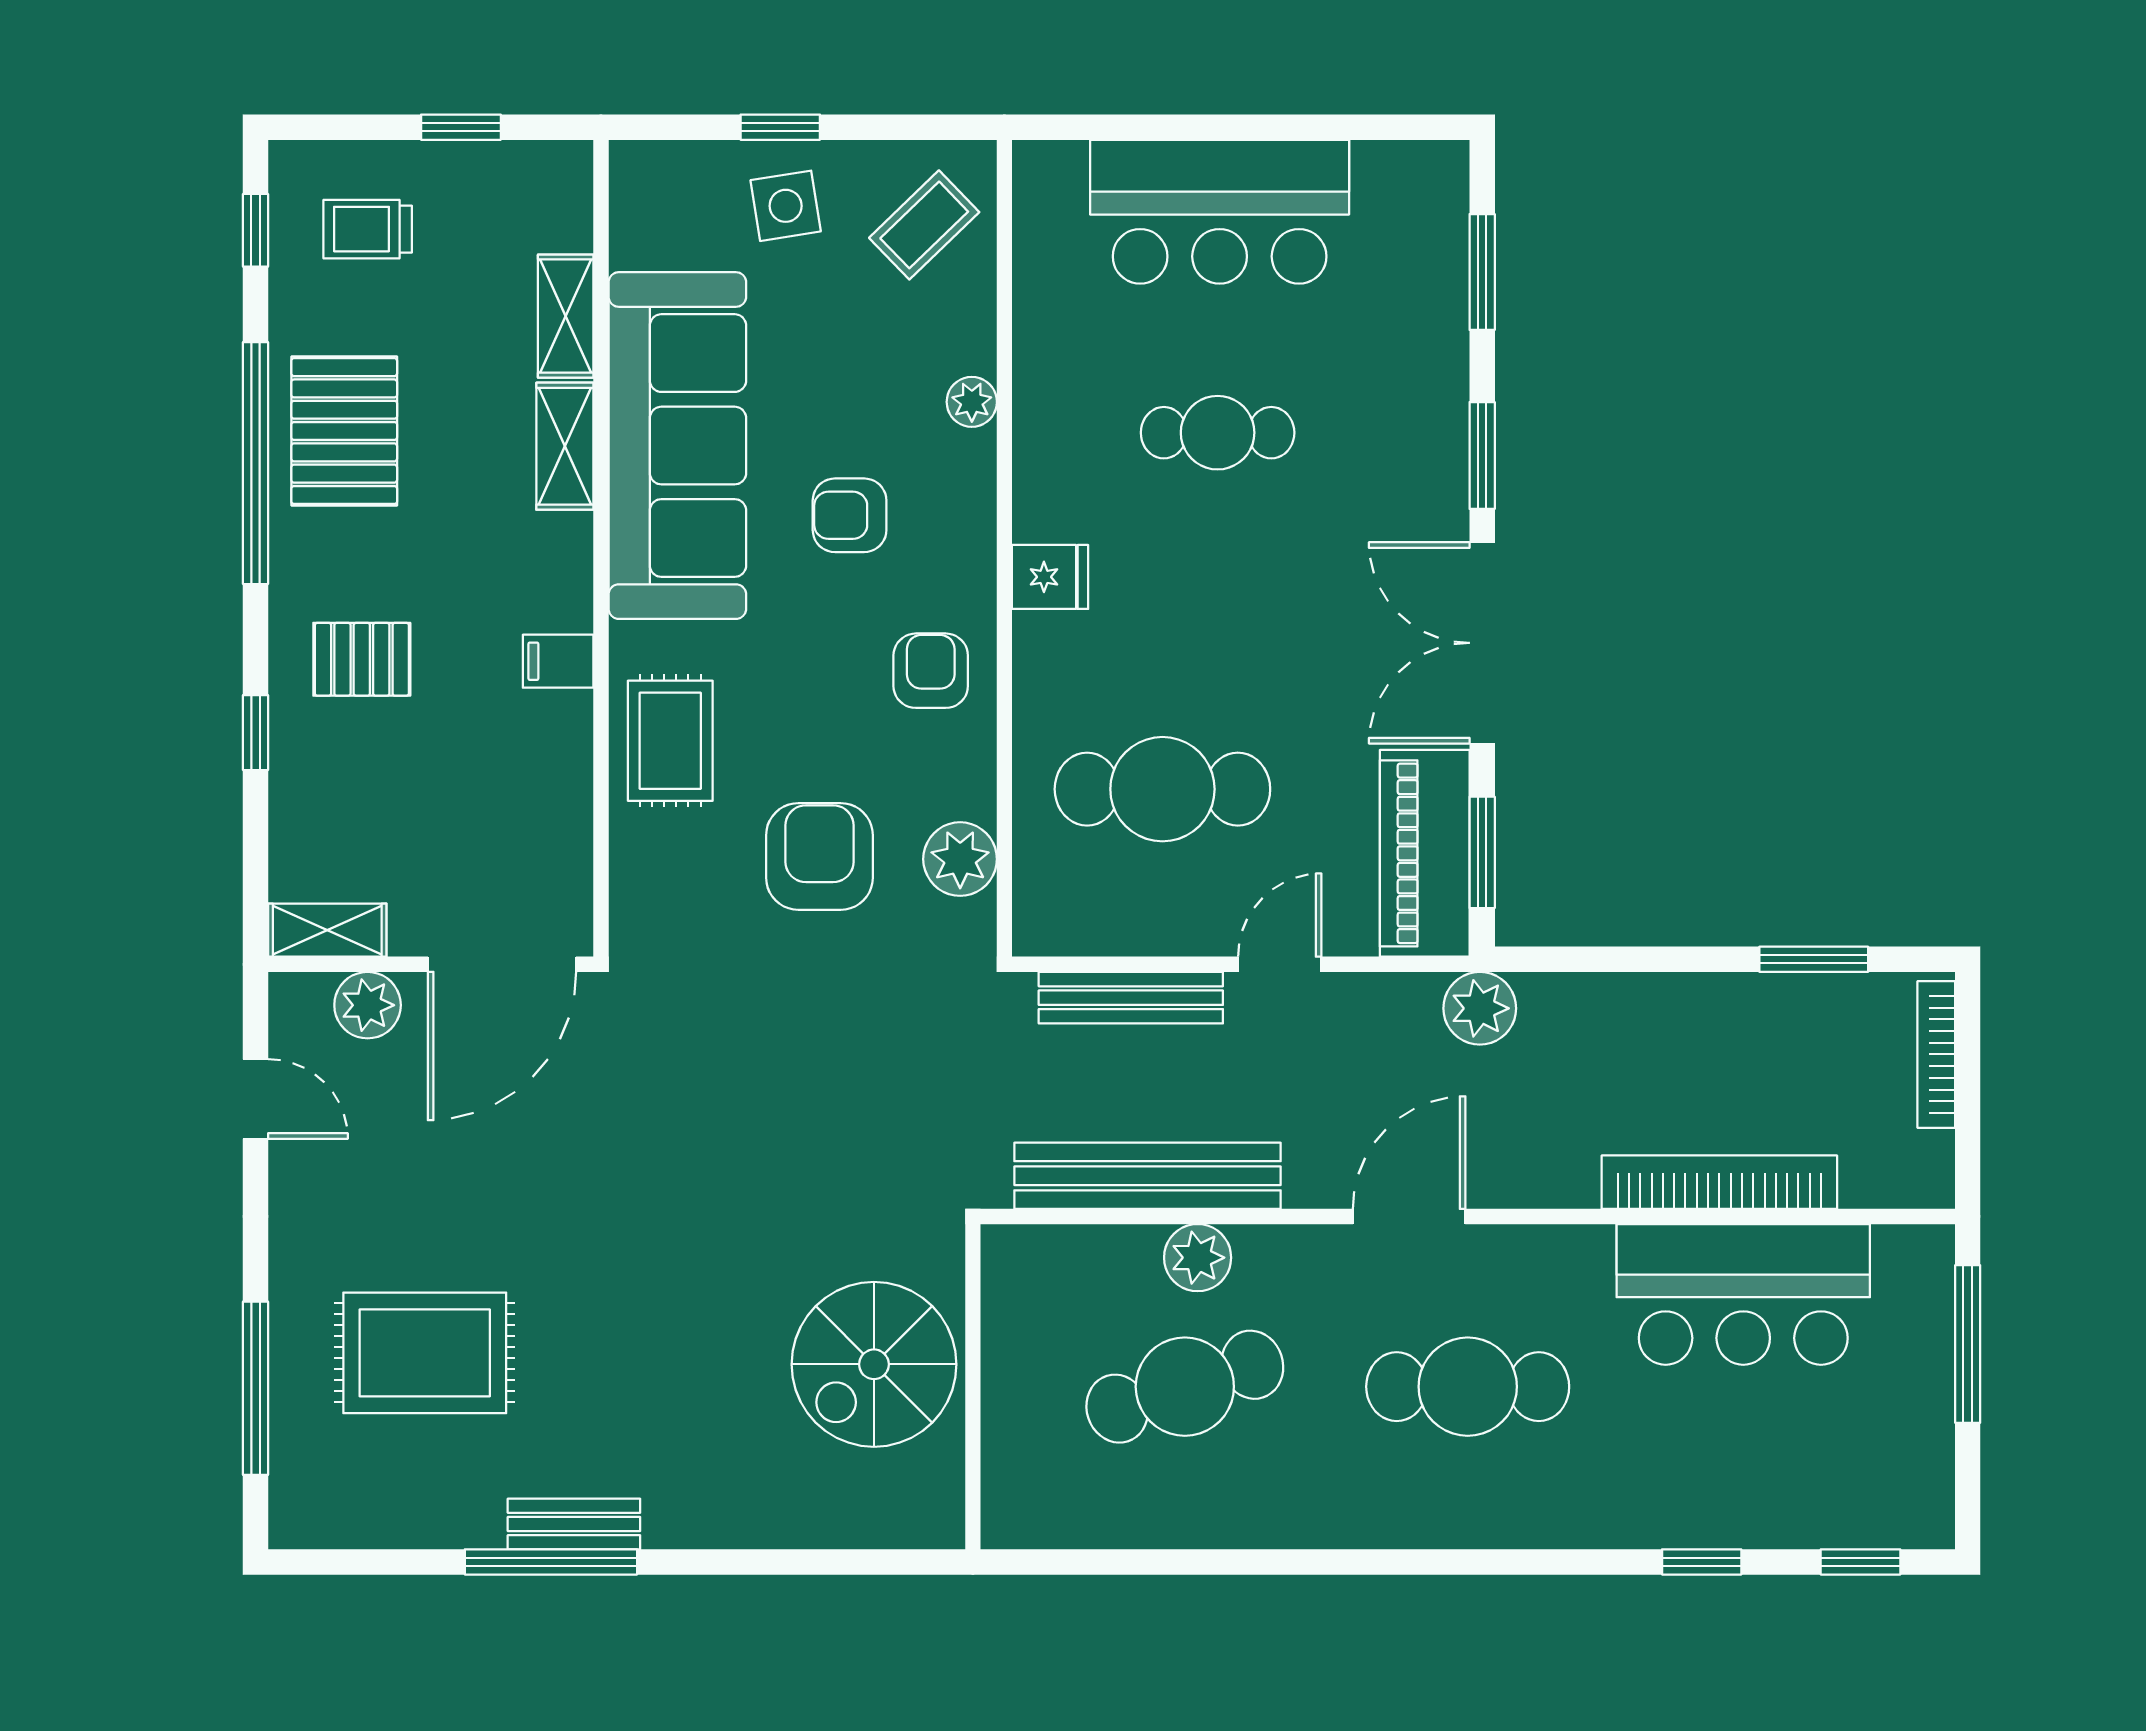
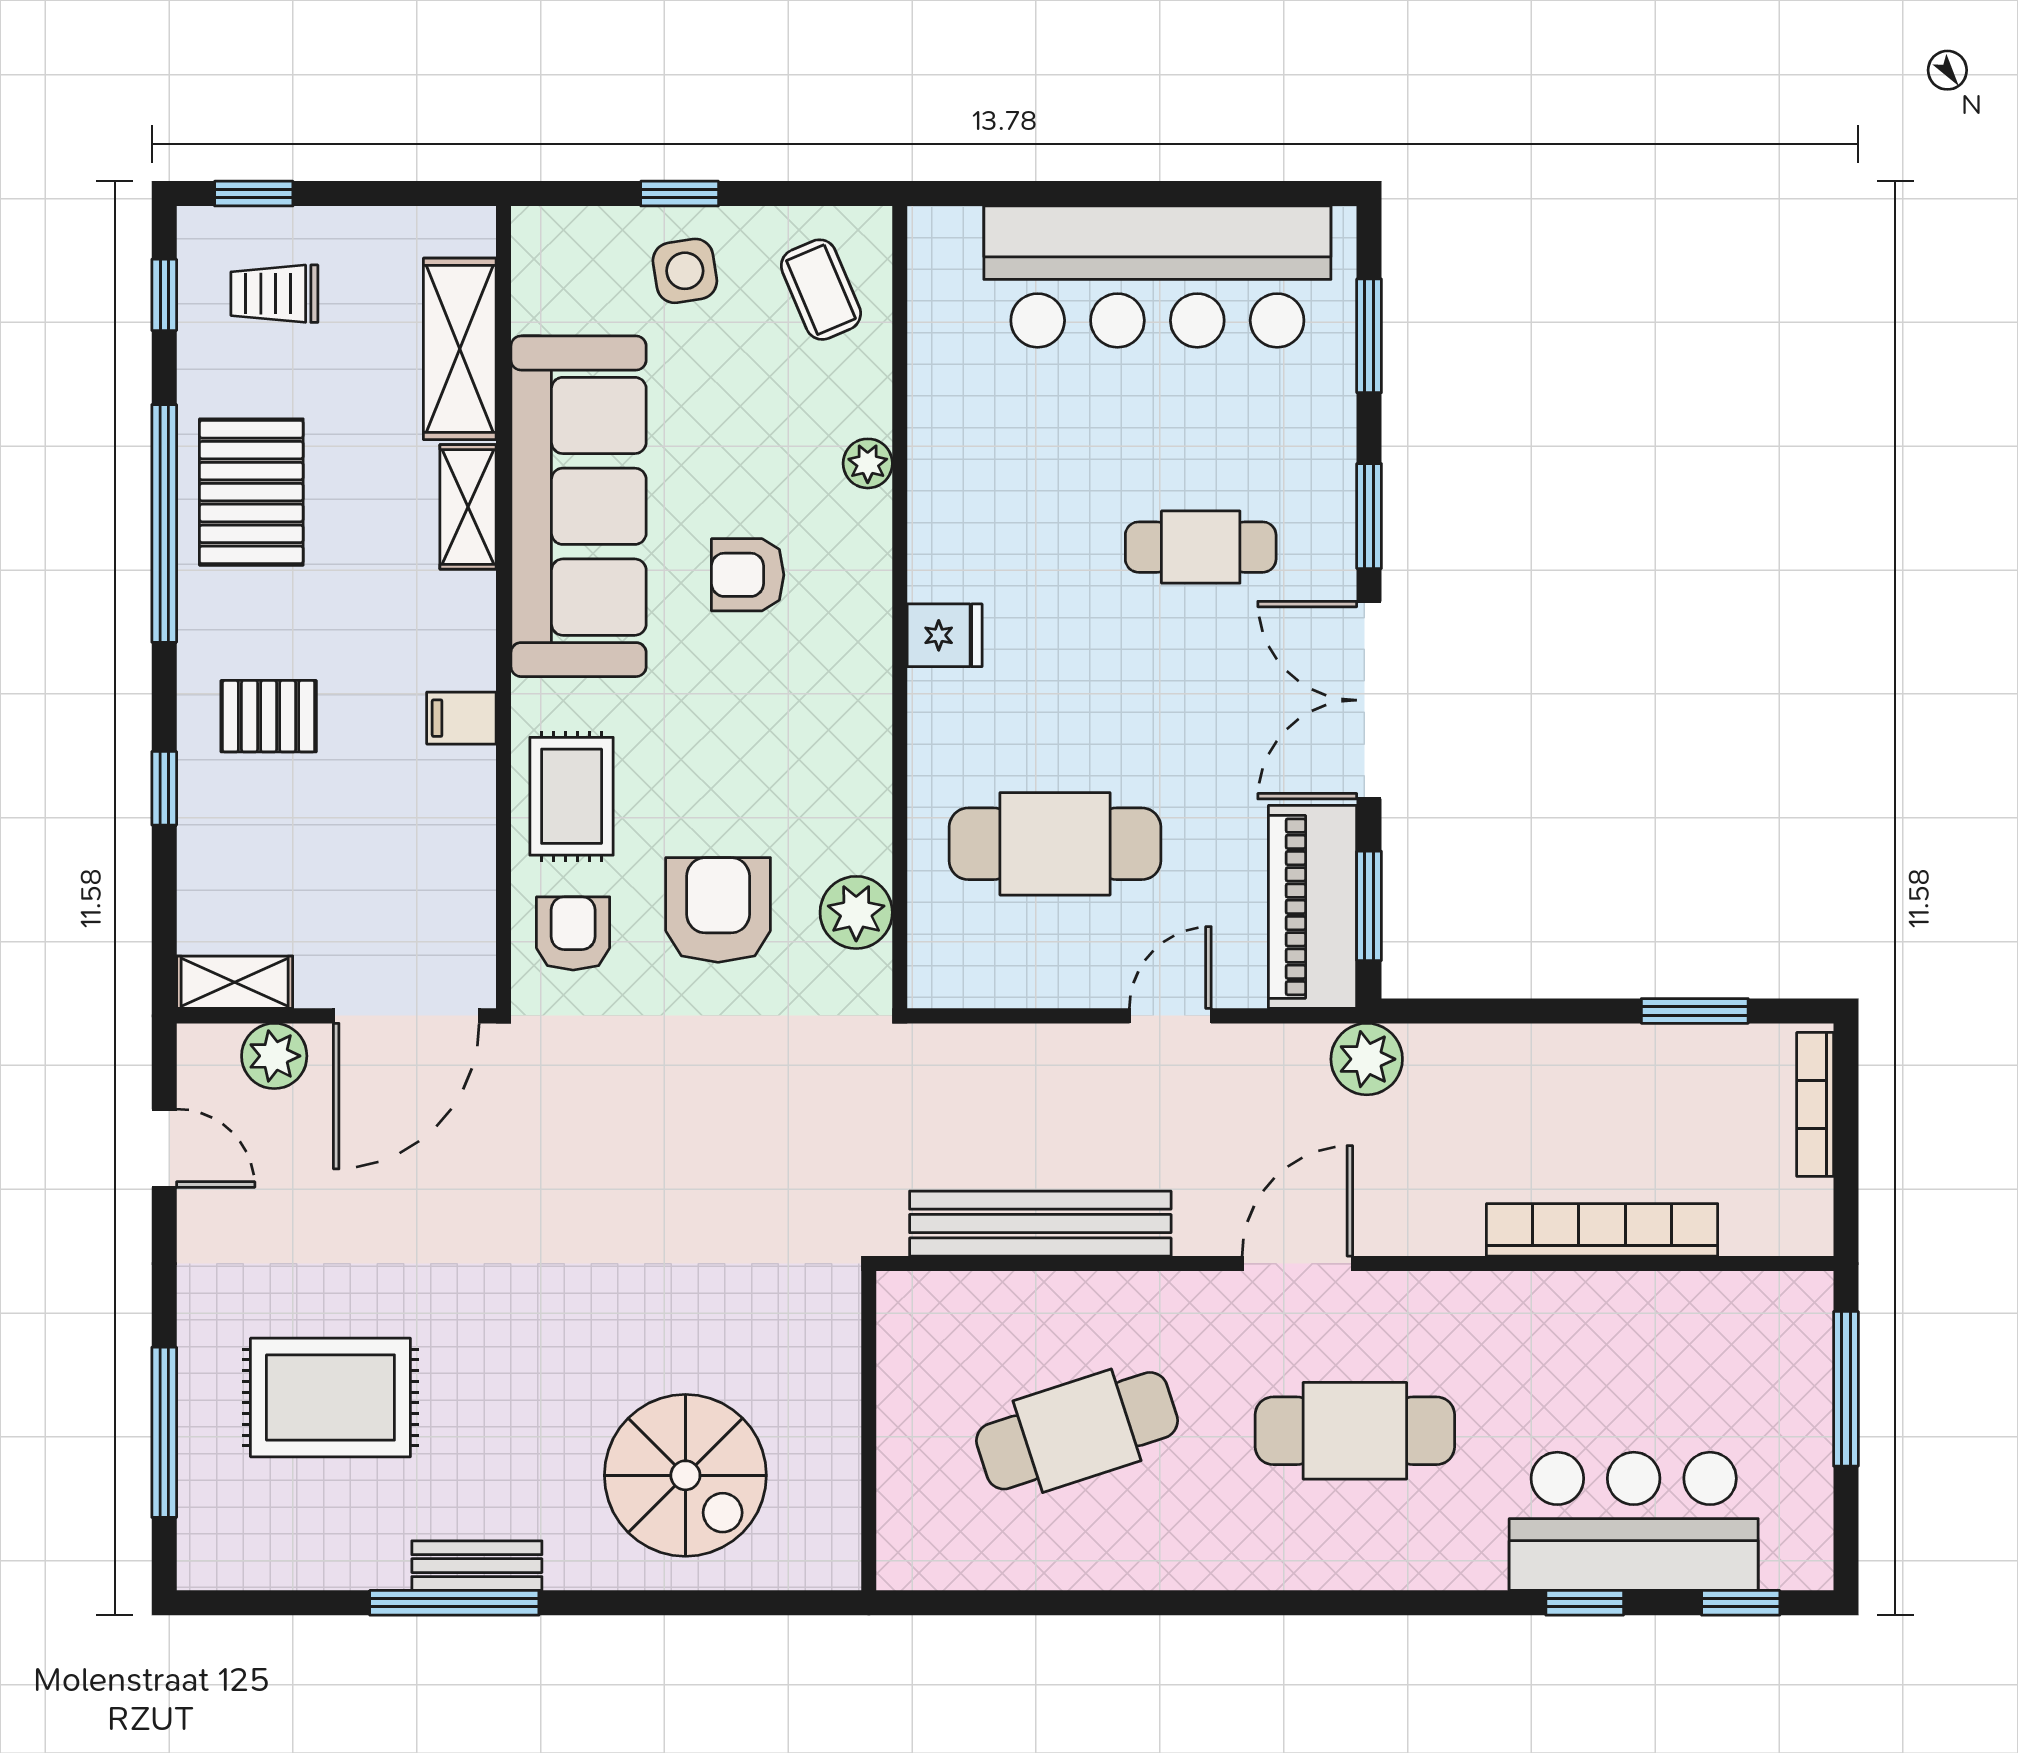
window: (461, 127) -> (254, 194), moved
bar counter: (1220, 212) -> (1157, 277), width x1.36
coffee table: (924, 225) -> (821, 290), turned -69
shelving: (566, 316) -> (460, 349), width x1.50, depth x1.33
cafe table: (1218, 433) -> (1201, 547), moved
armchair: (931, 671) -> (573, 933), moved
bench: (1131, 998) -> (1024, 1049), removed
plant: (1198, 1258) -> (1090, 1304), removed
bar counter: (1743, 1294) -> (1634, 1521), moved, turned 180
spiral stairs: (874, 1364) -> (685, 1475), moved, turned -90

